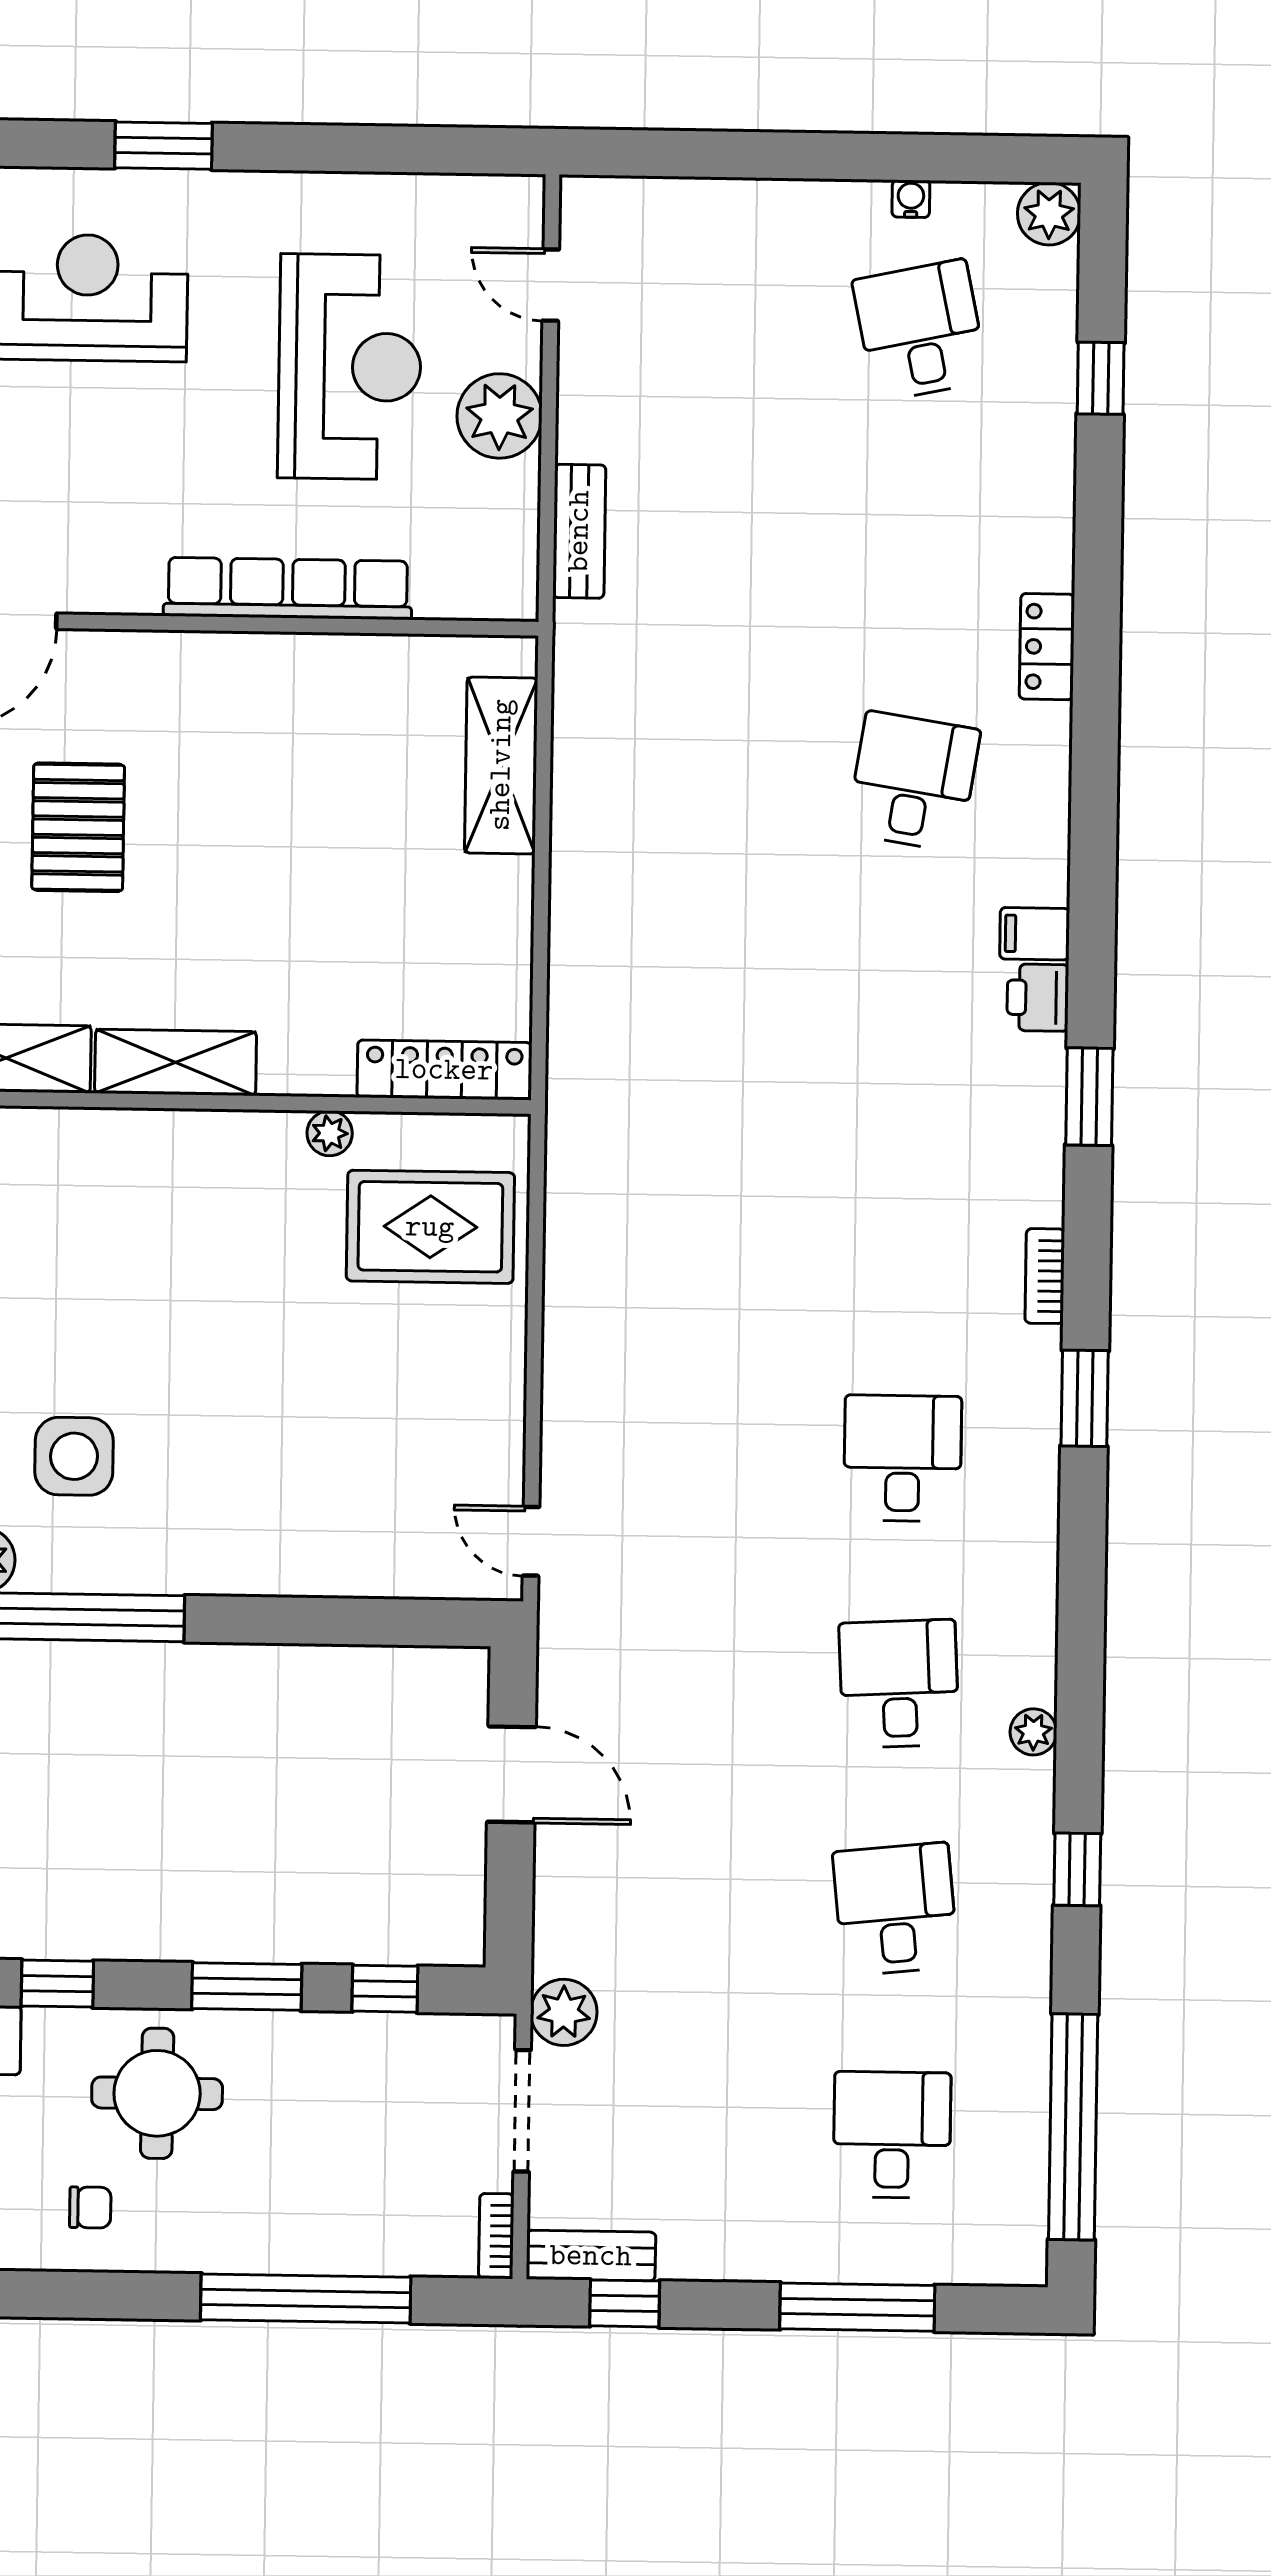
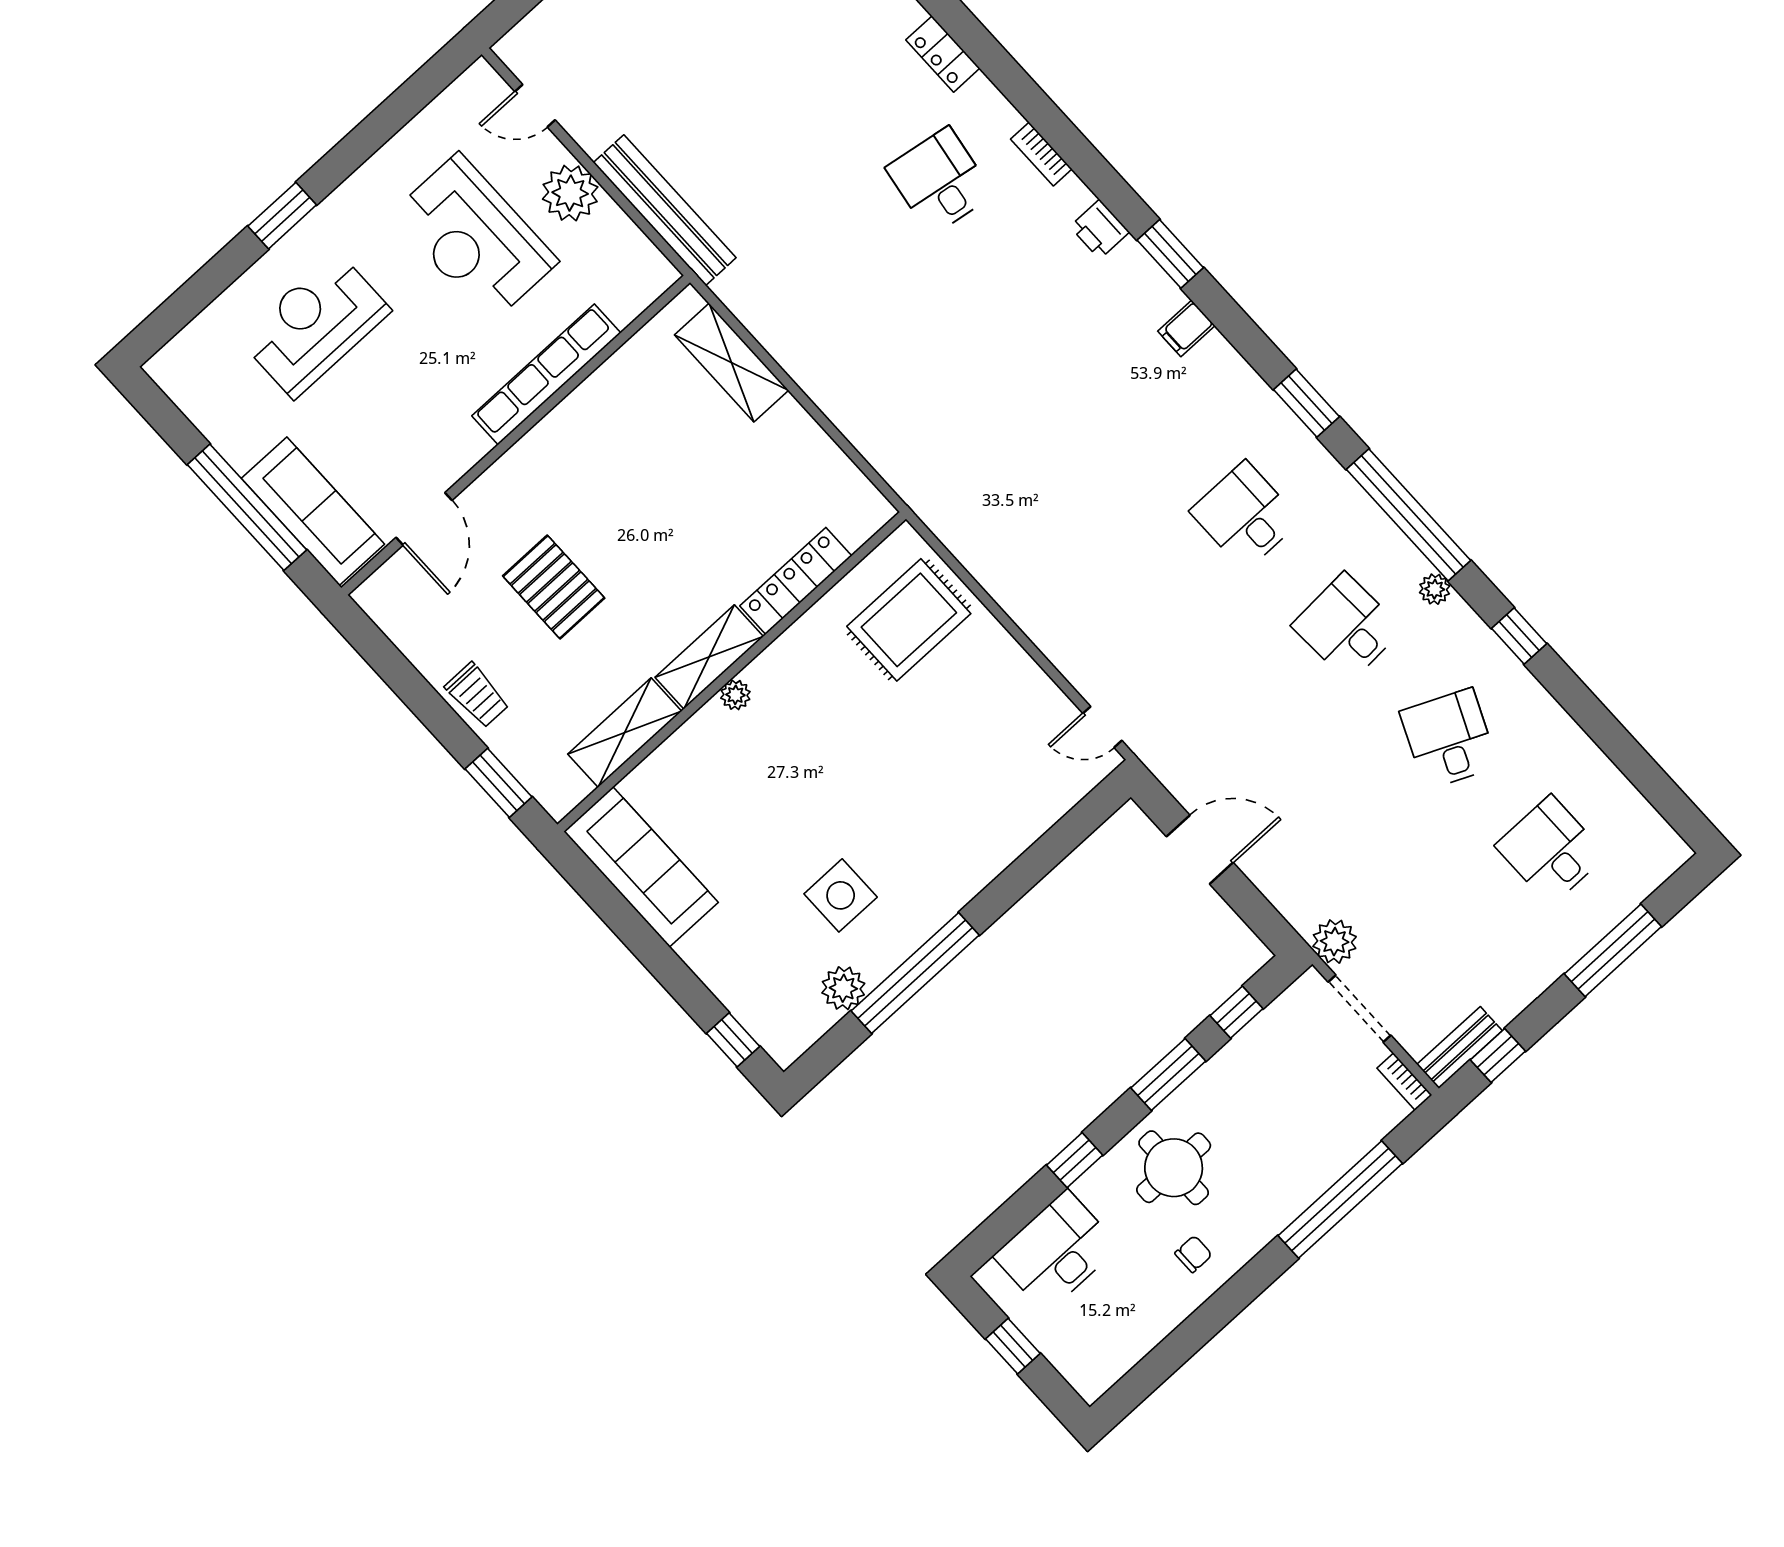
reception desk: (350, 367) -> (475, 238), turned 180
bench: (579, 531) -> (665, 210), width x1.86, depth x1.21
filing cabinet: (1035, 934) -> (1186, 328), moved
locker: (444, 1070) -> (796, 581), moved
plant: (330, 1133) -> (735, 695), moved
bookcase: (1045, 1276) -> (1041, 154), moved
desk: (895, 1909) -> (1449, 739), turned 30
window: (1073, 2127) -> (1409, 515), moved

